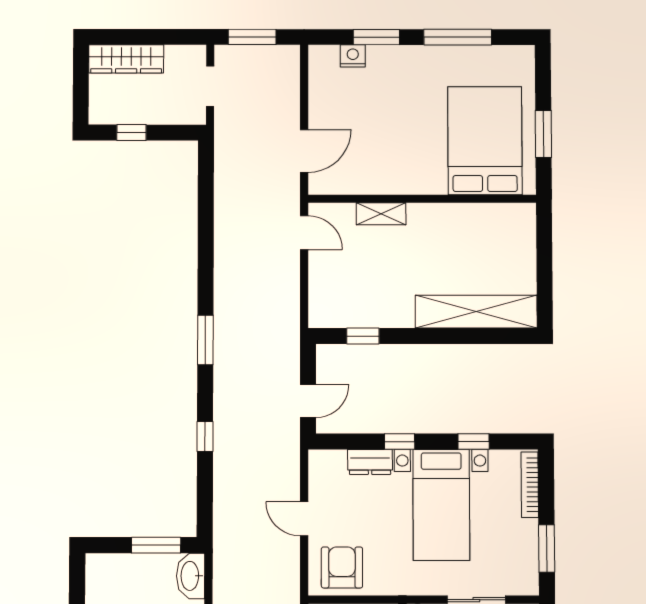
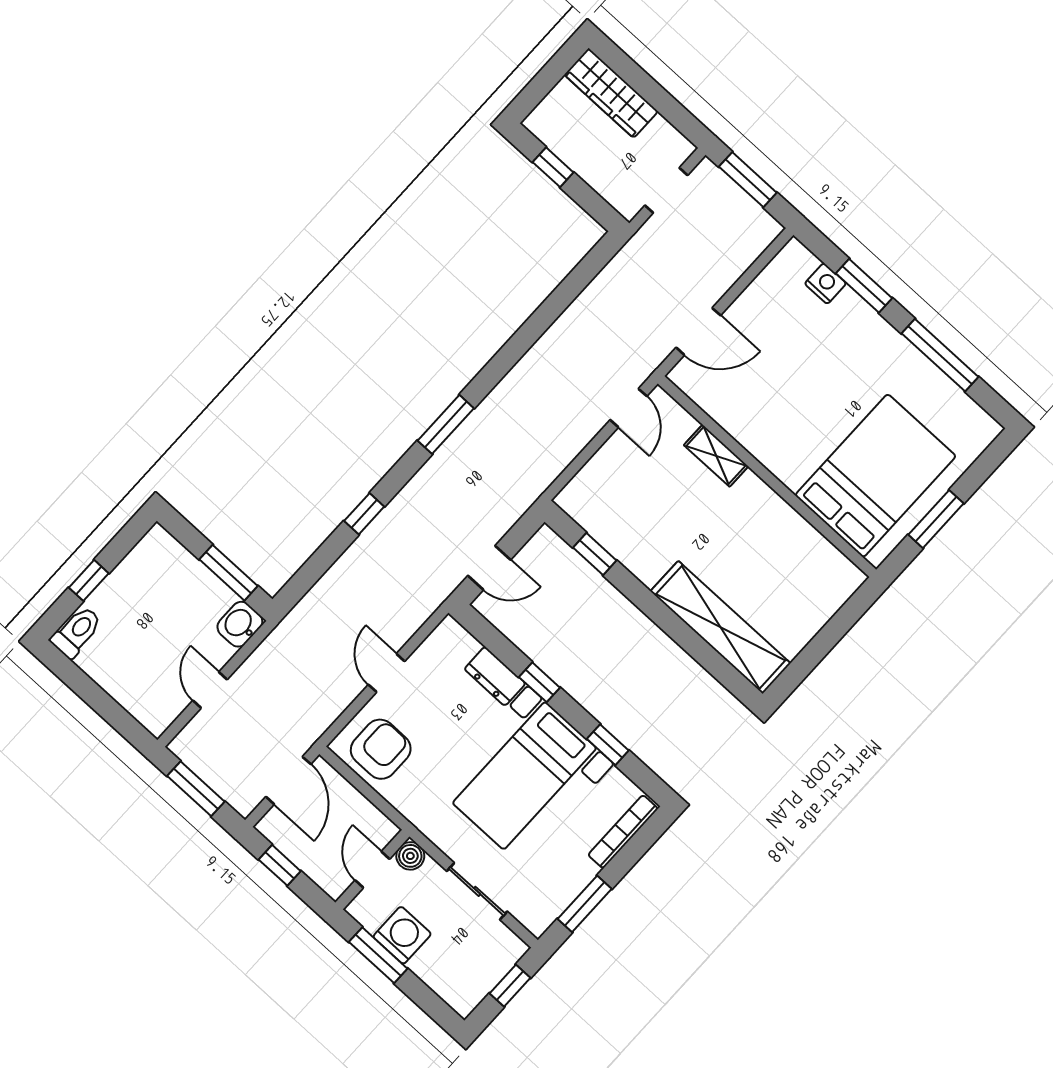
washbasin: (191, 576) -> (240, 624), width x0.72

